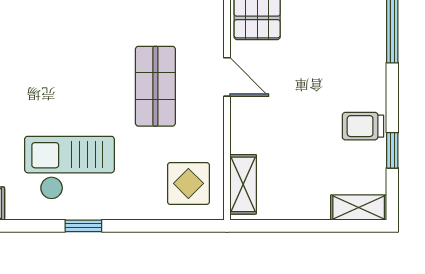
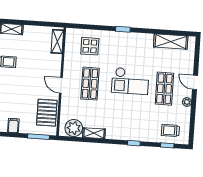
checkout: (69, 168) -> (130, 81), moved
display table: (188, 183) -> (90, 46), moved

